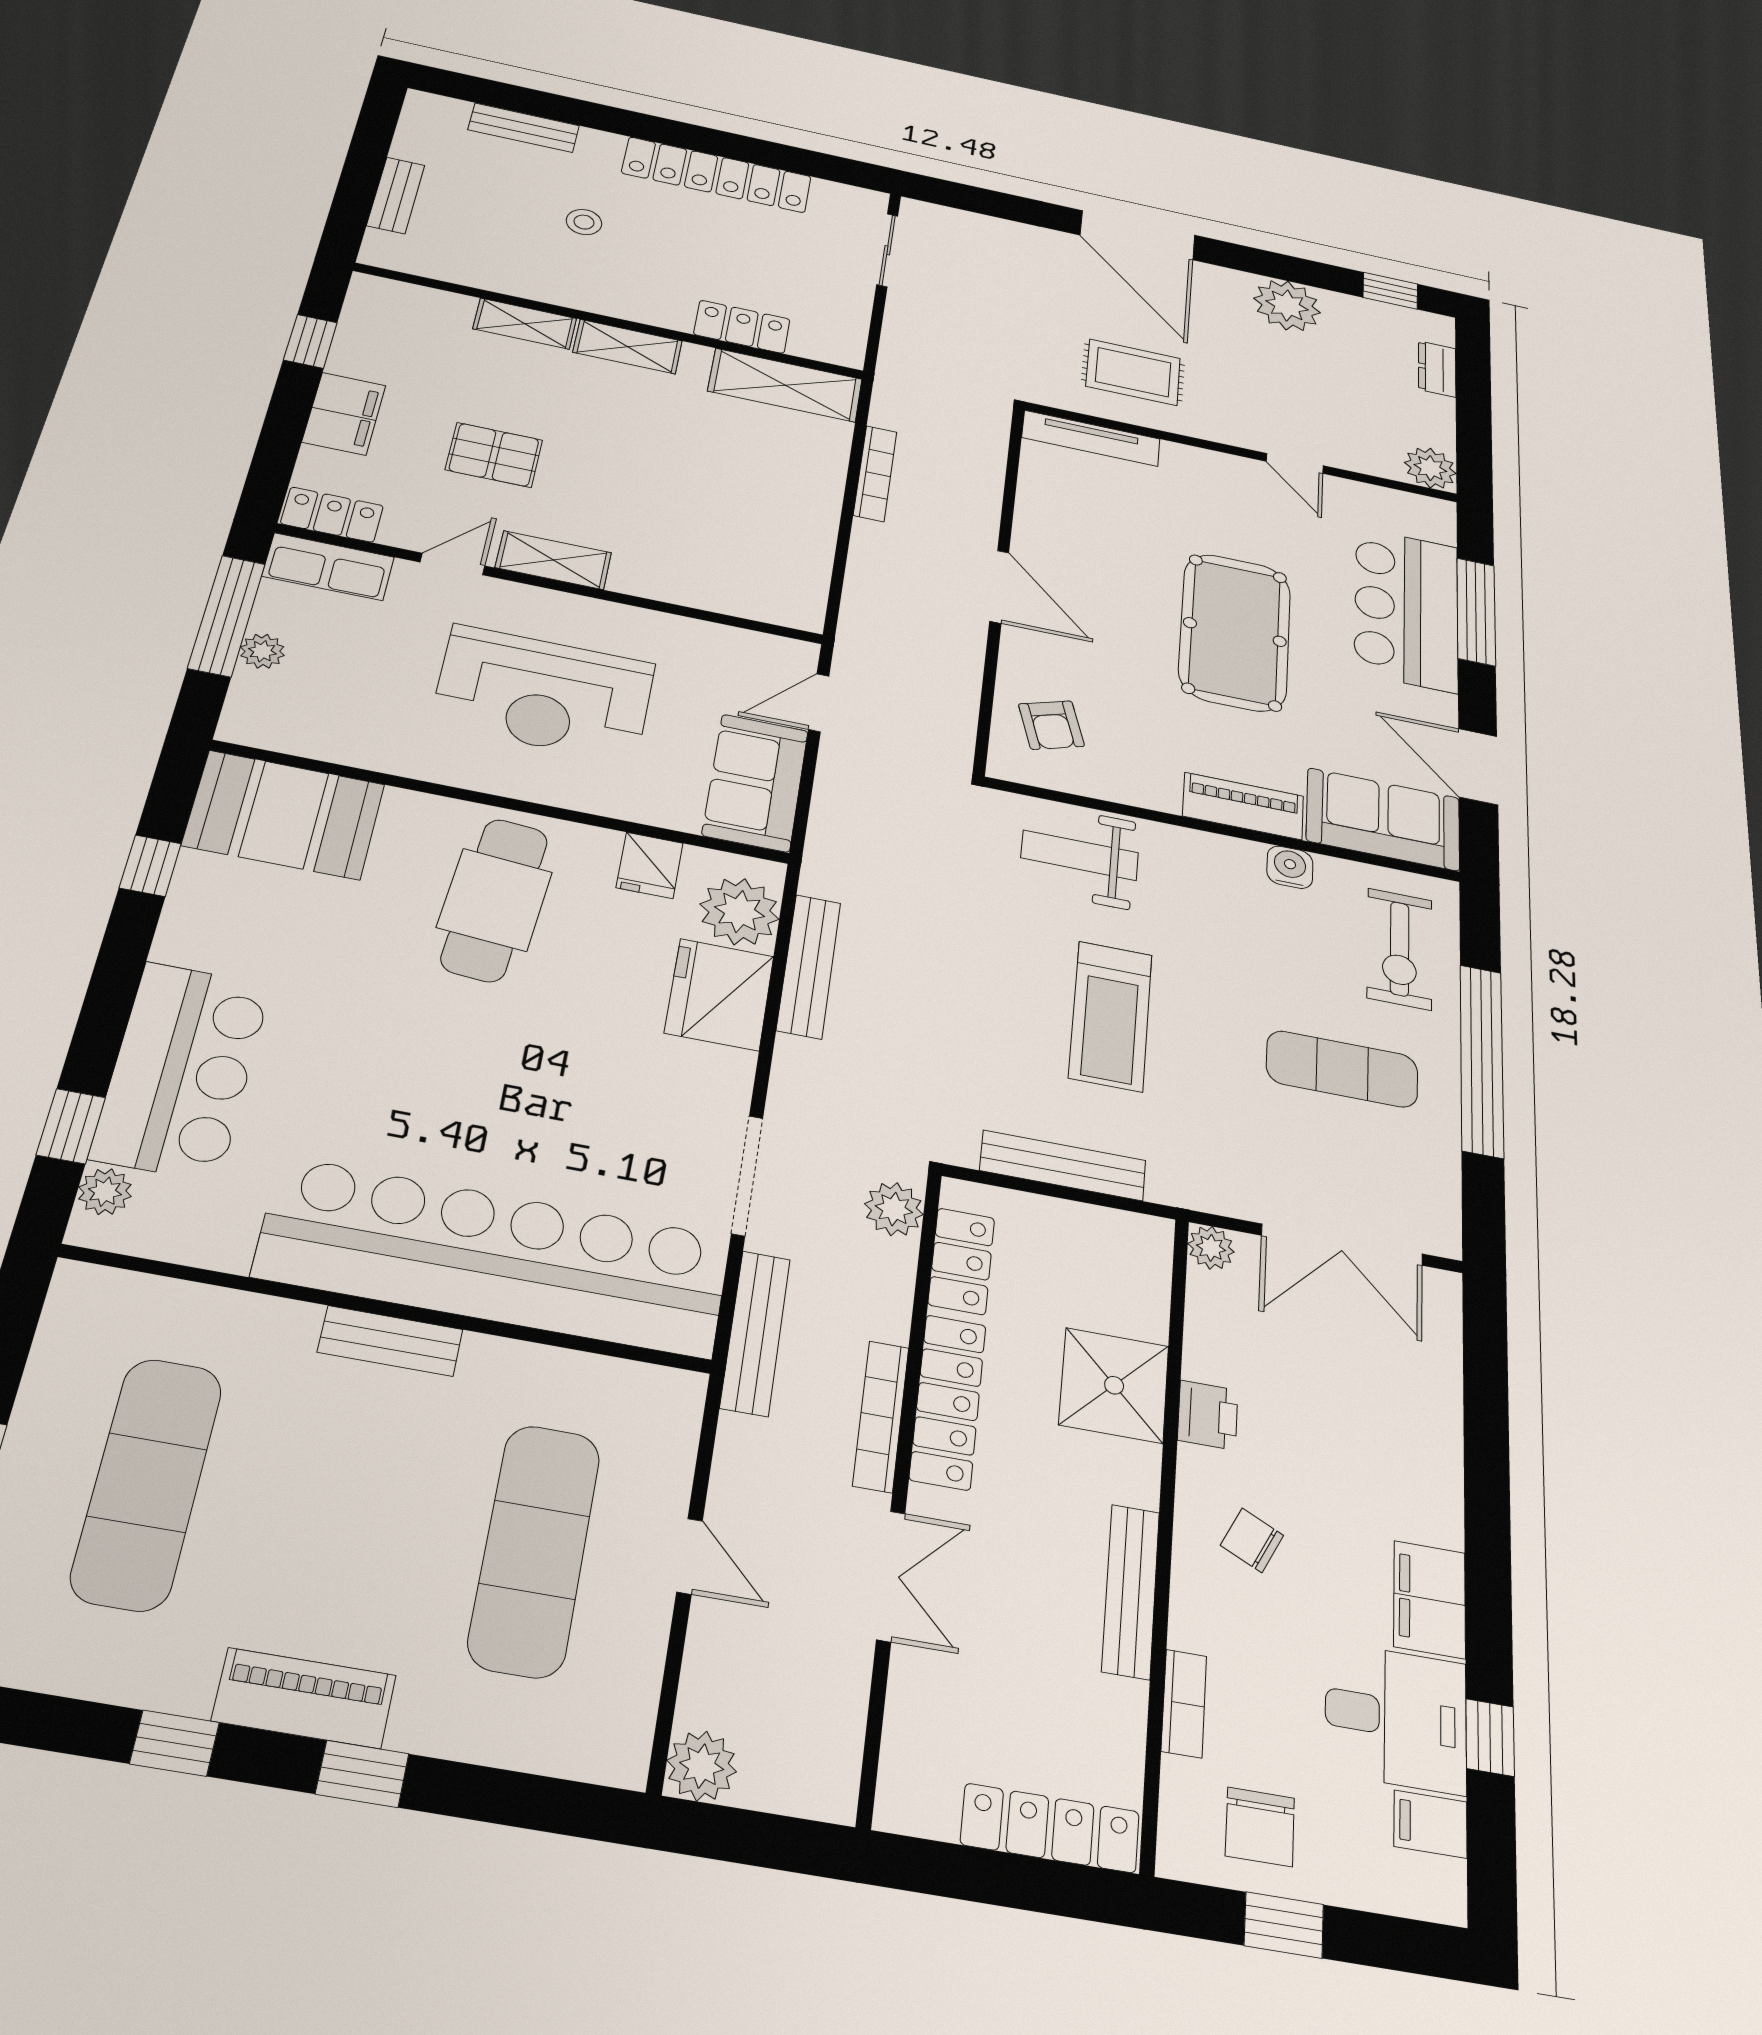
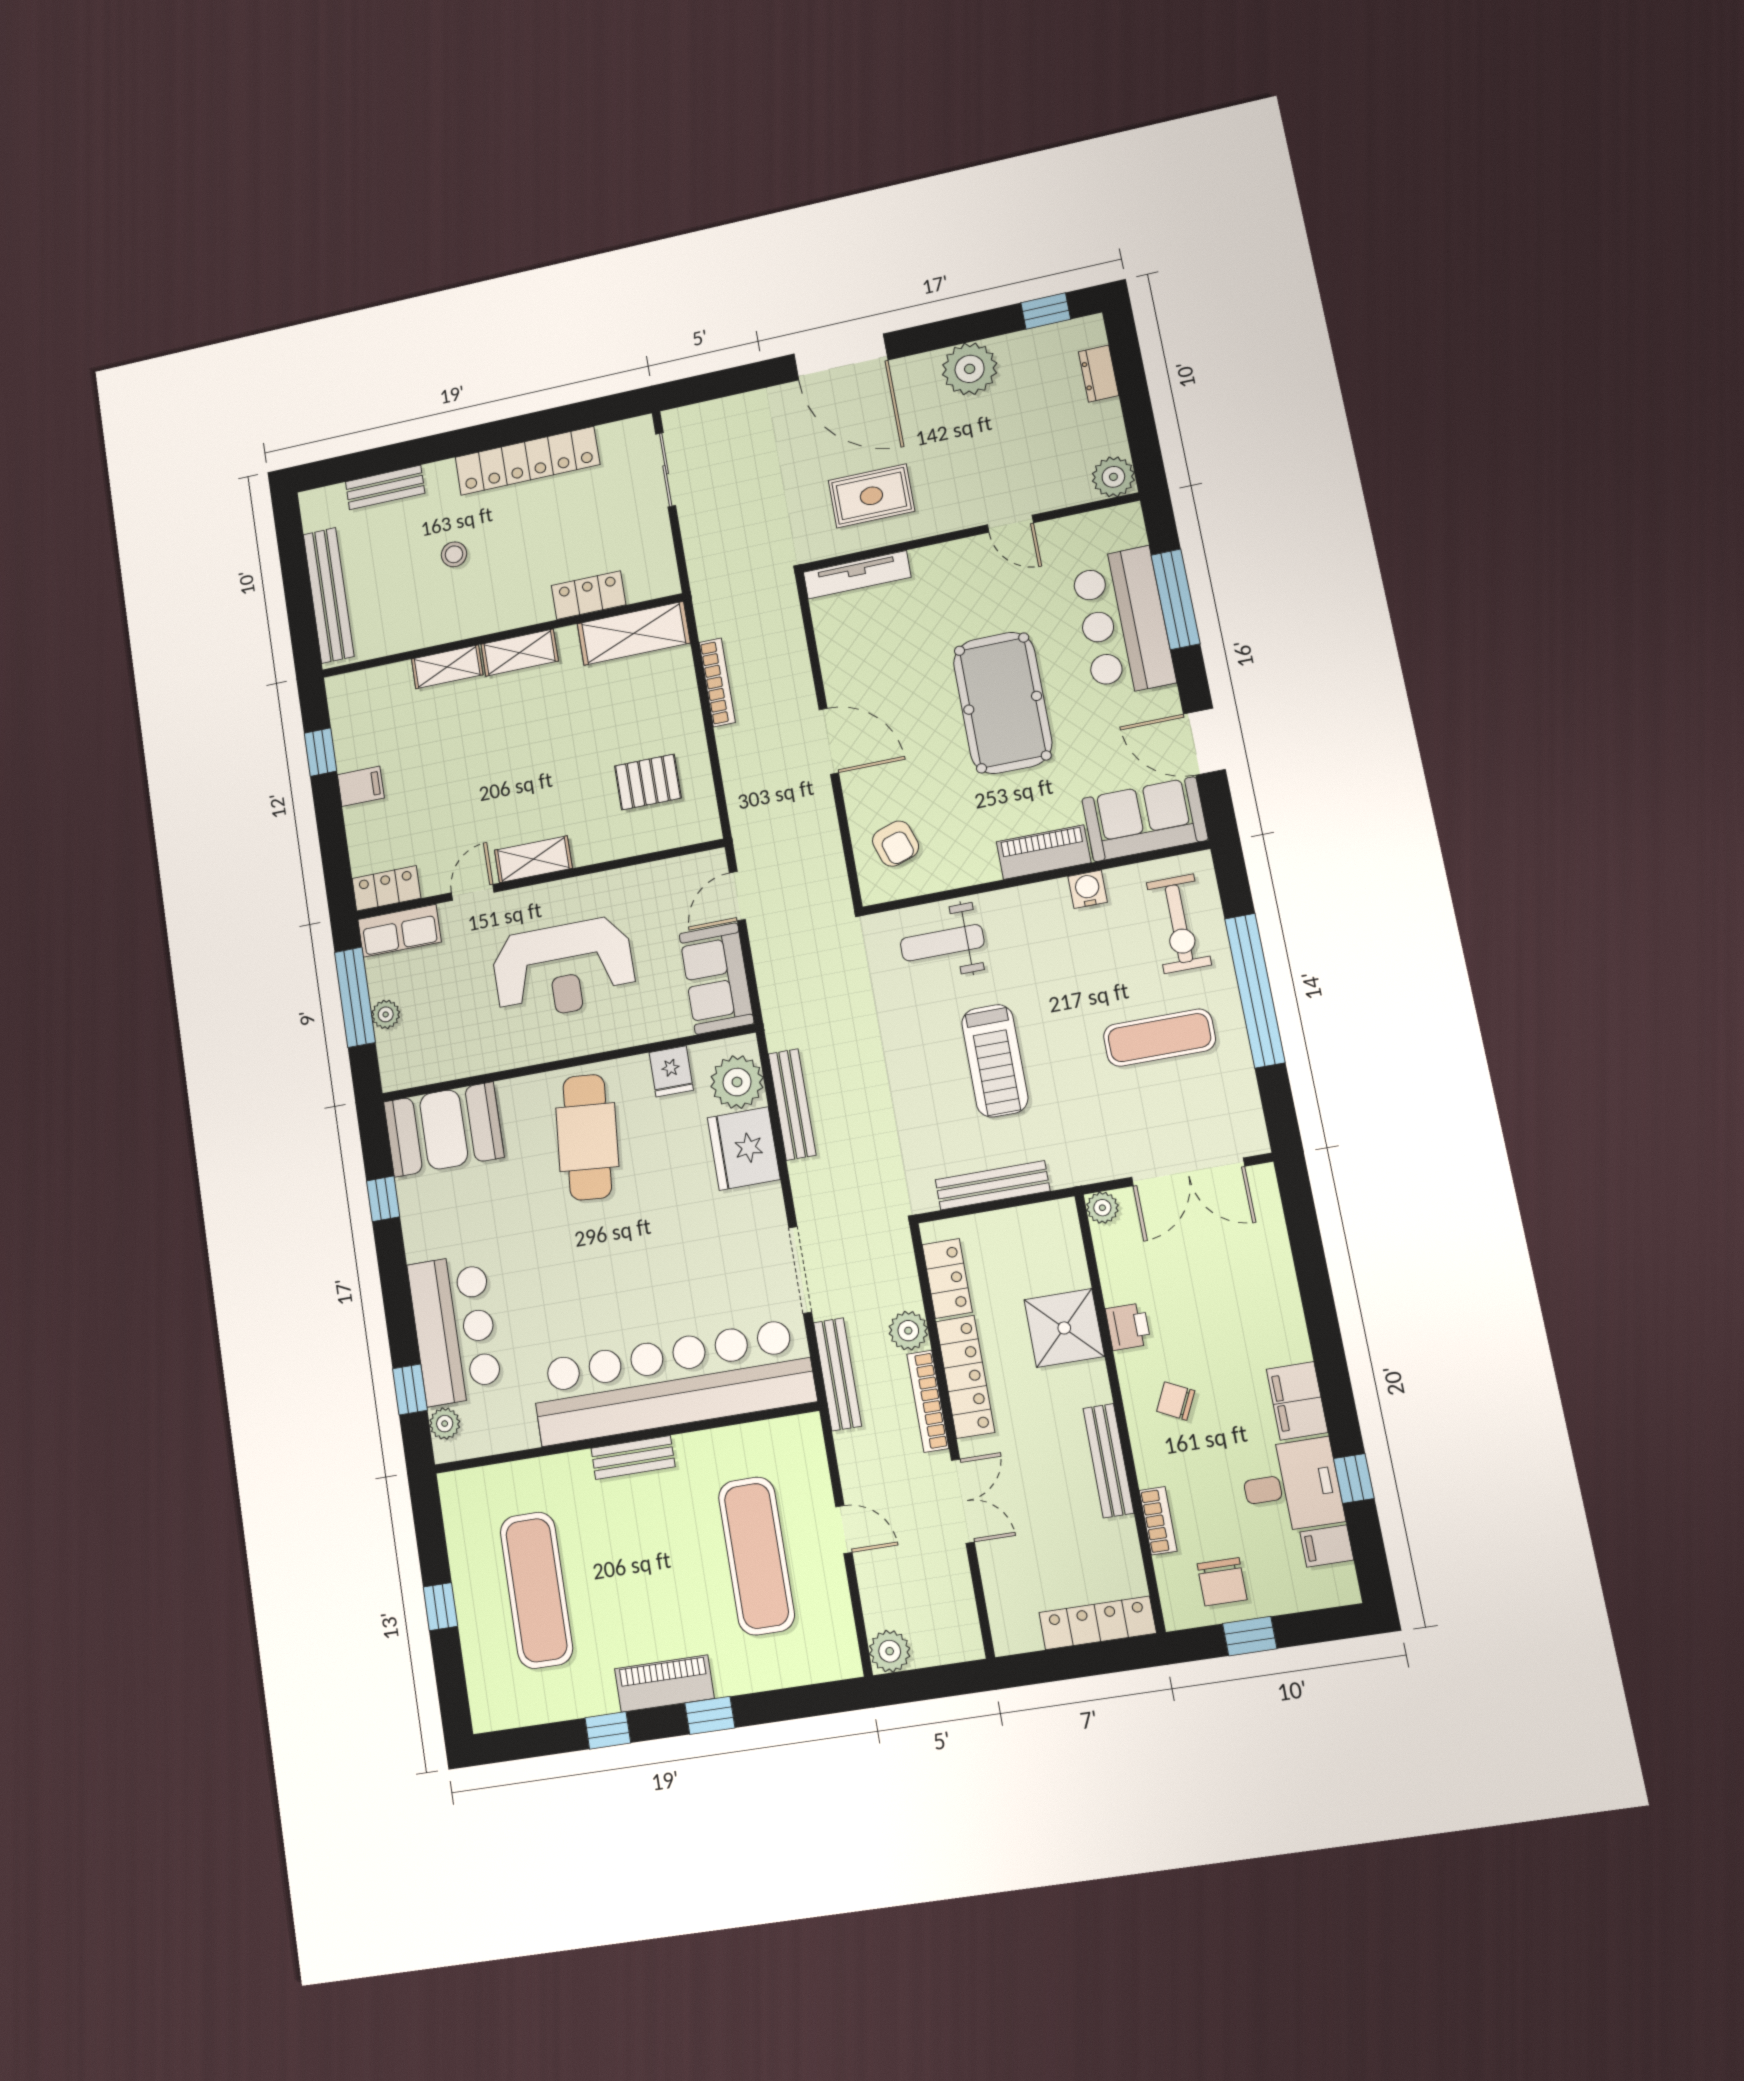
bench: (396, 195) -> (329, 595), width x1.86, depth x1.21
filing cabinet: (344, 414) -> (361, 786), width x0.50
pallet: (494, 455) -> (648, 782), moved
plant: (894, 1209) -> (908, 1331), moved

